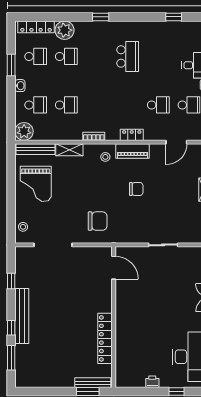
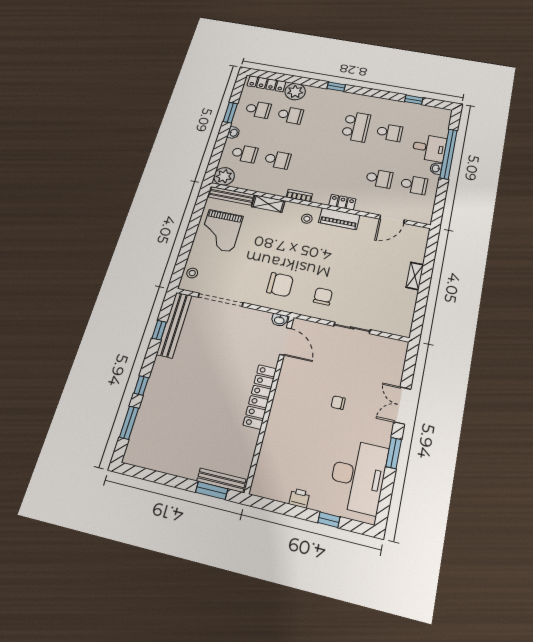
school desk: (158, 56) -> (389, 132), added
chair: (136, 189) -> (323, 296), moved, turned -90
washbasin: (104, 251) -> (279, 320), added
chair: (165, 306) -> (338, 403), added
bench: (22, 316) -> (174, 325), moved
locker: (105, 338) -> (260, 397), moved

